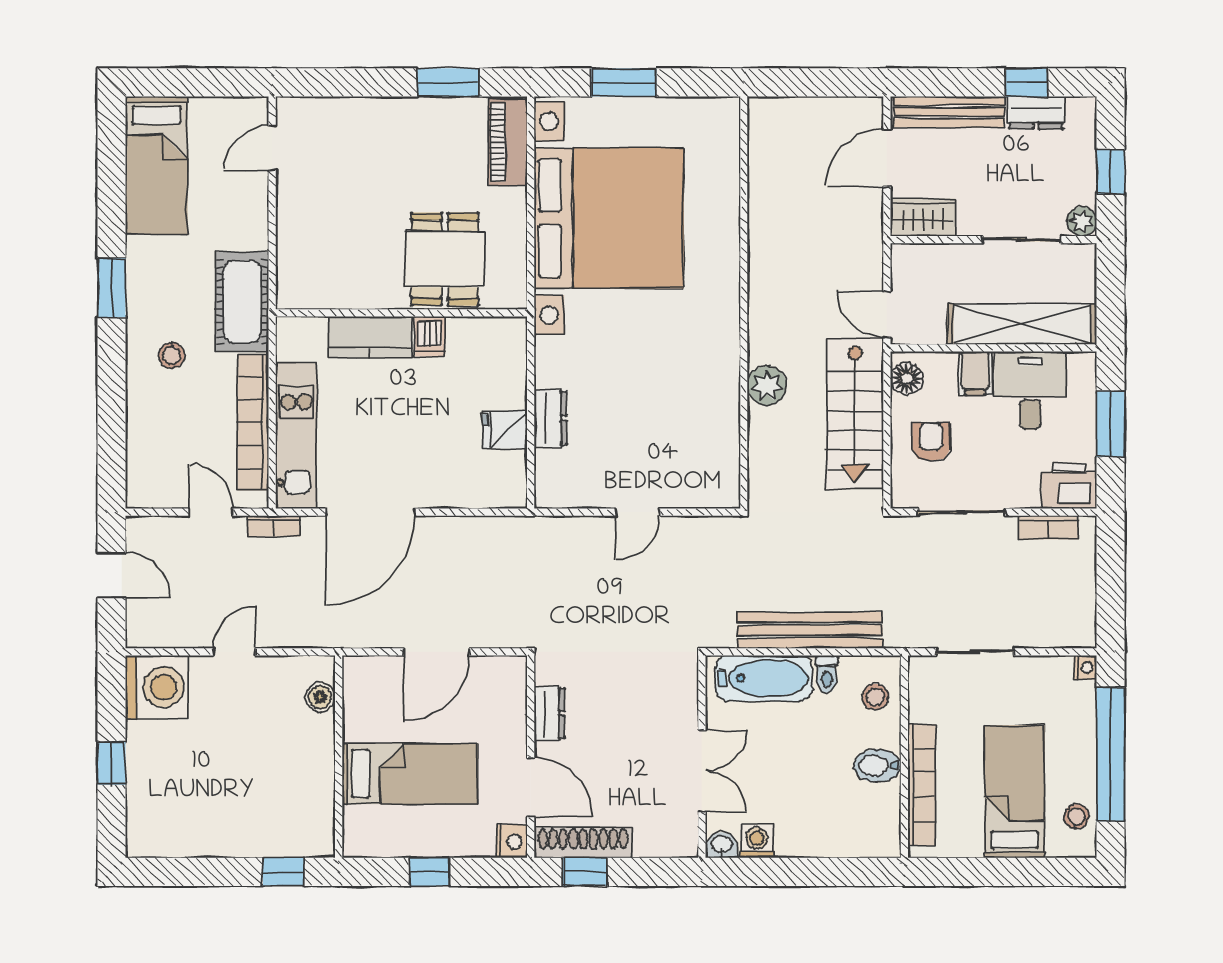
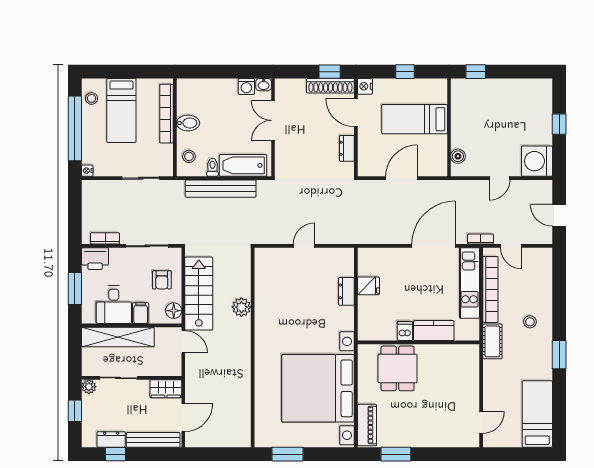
window: (624, 82) -> (288, 454), moved
cot: (242, 302) -> (492, 341), width x0.73, depth x0.75

